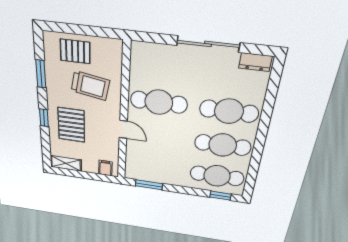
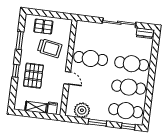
shelving: (66, 163) -> (36, 107), moved
plant: (149, 172) -> (82, 110), added
window: (149, 185) -> (97, 123), moved

